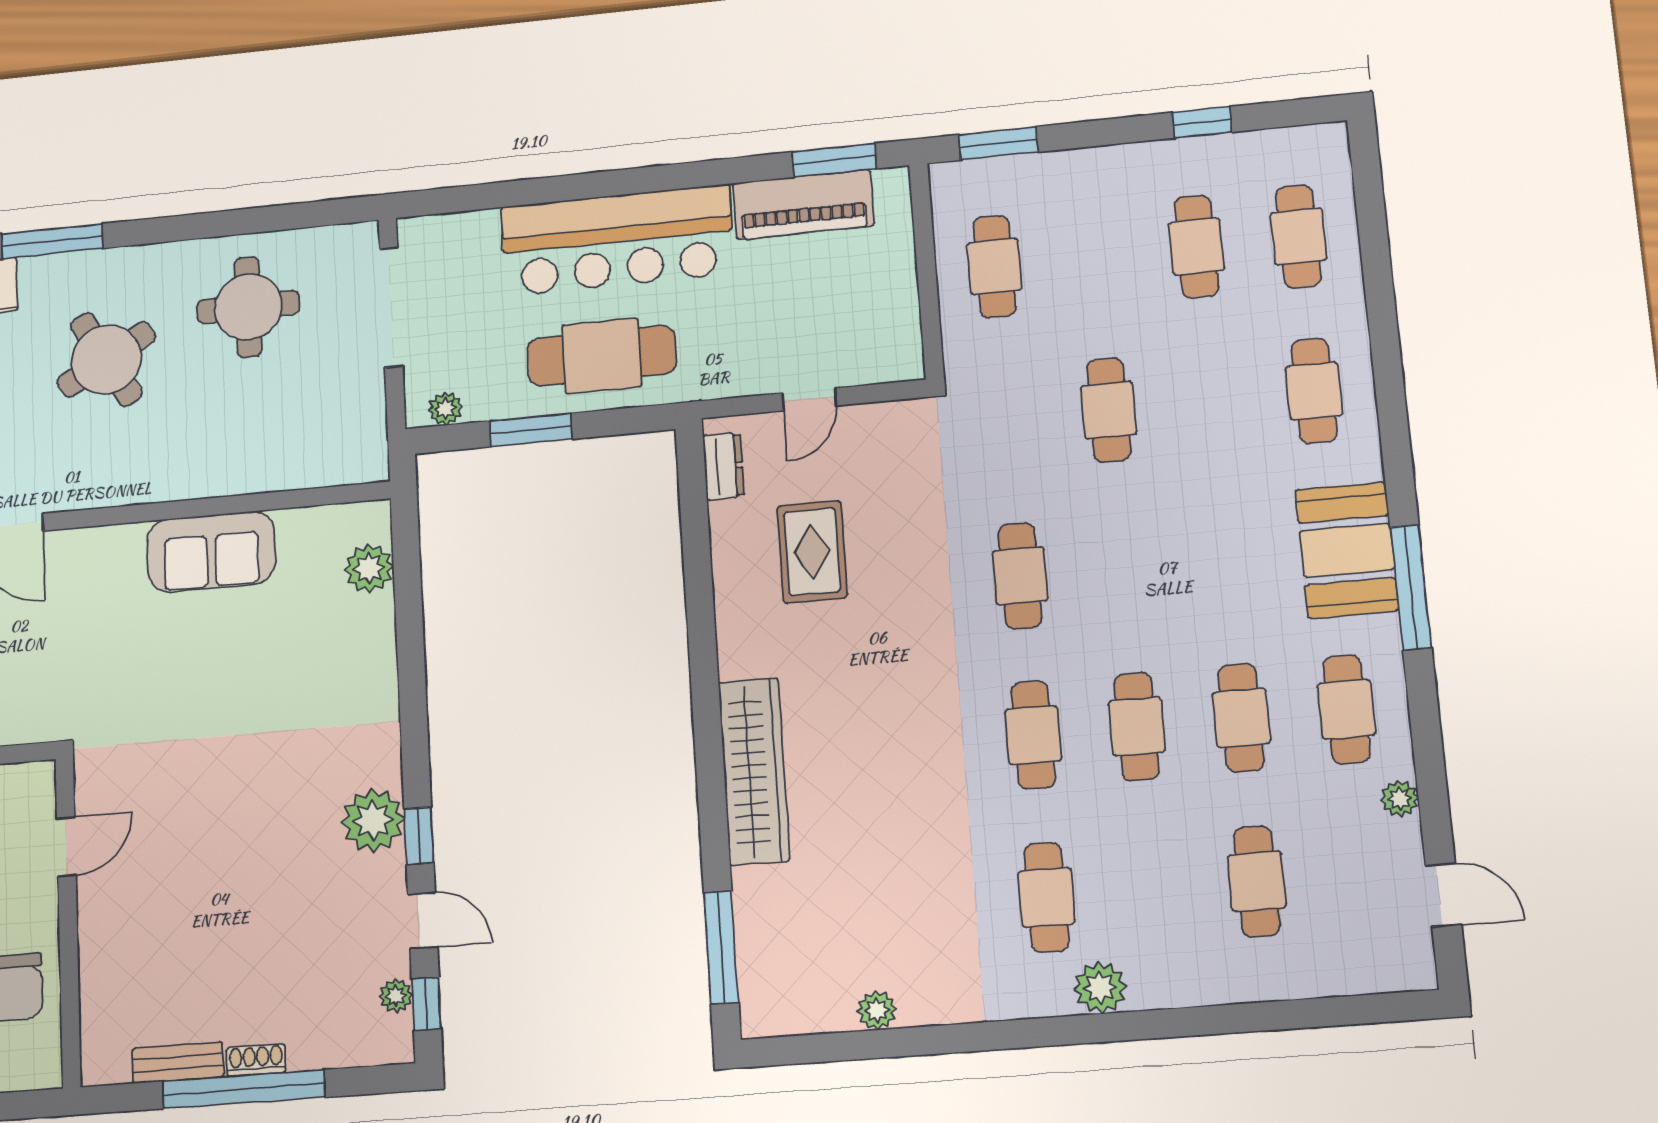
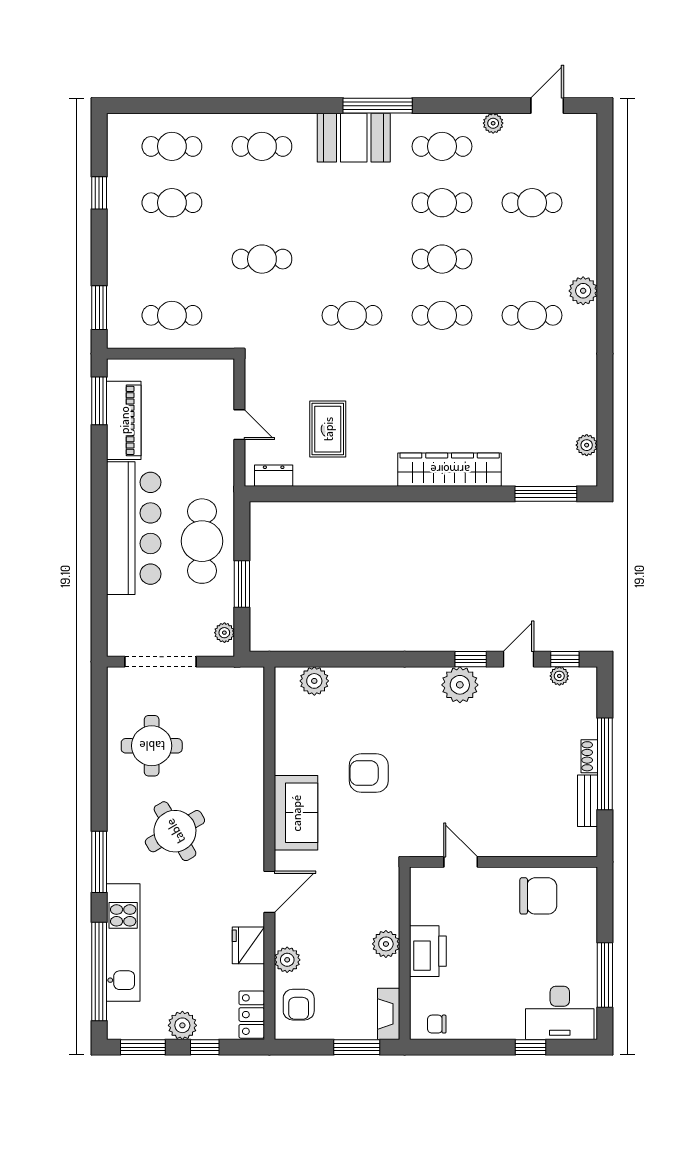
sofa: (211, 551) -> (296, 813), moved
rug: (812, 552) -> (328, 429), turned 90
armchair: (214, 675) -> (369, 773), added
plant: (877, 1010) -> (587, 445), moved

